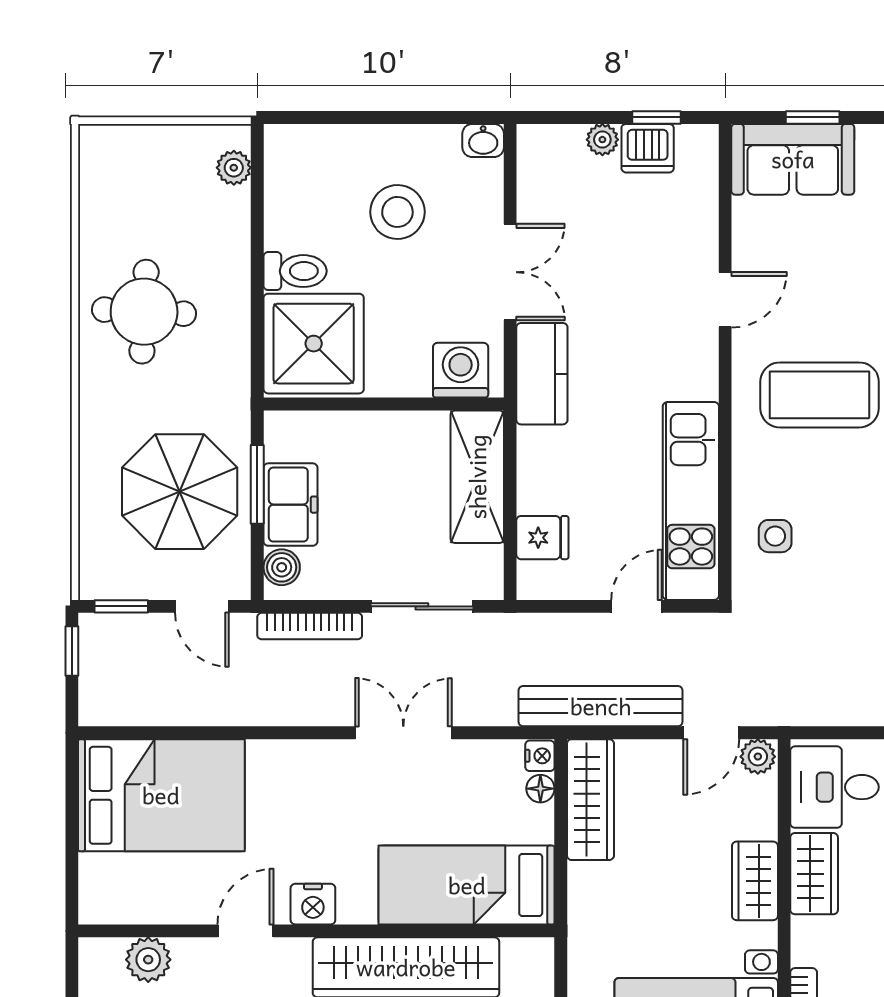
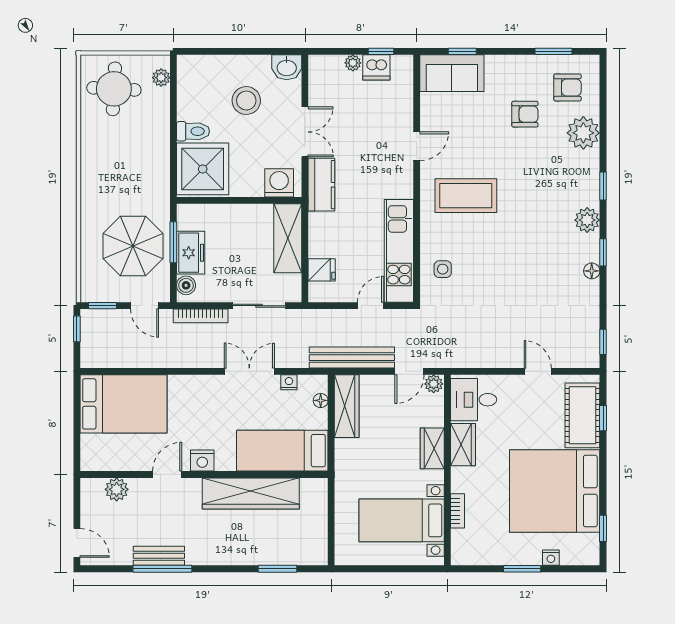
washbasin: (483, 141) -> (287, 67), width x1.38, depth x1.45
round table: (144, 312) -> (114, 89), moved
nightstand: (540, 756) -> (289, 382), moved, turned -90

